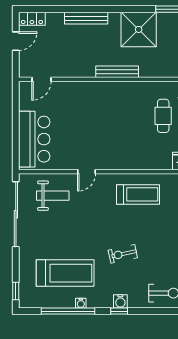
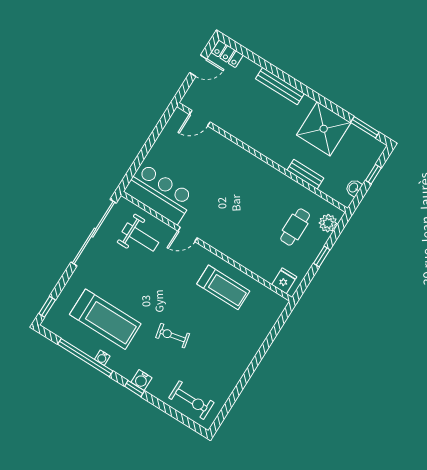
bench: (117, 72) -> (305, 174), moved, width x0.73
bar counter: (34, 139) -> (159, 194), moved, turned -90

